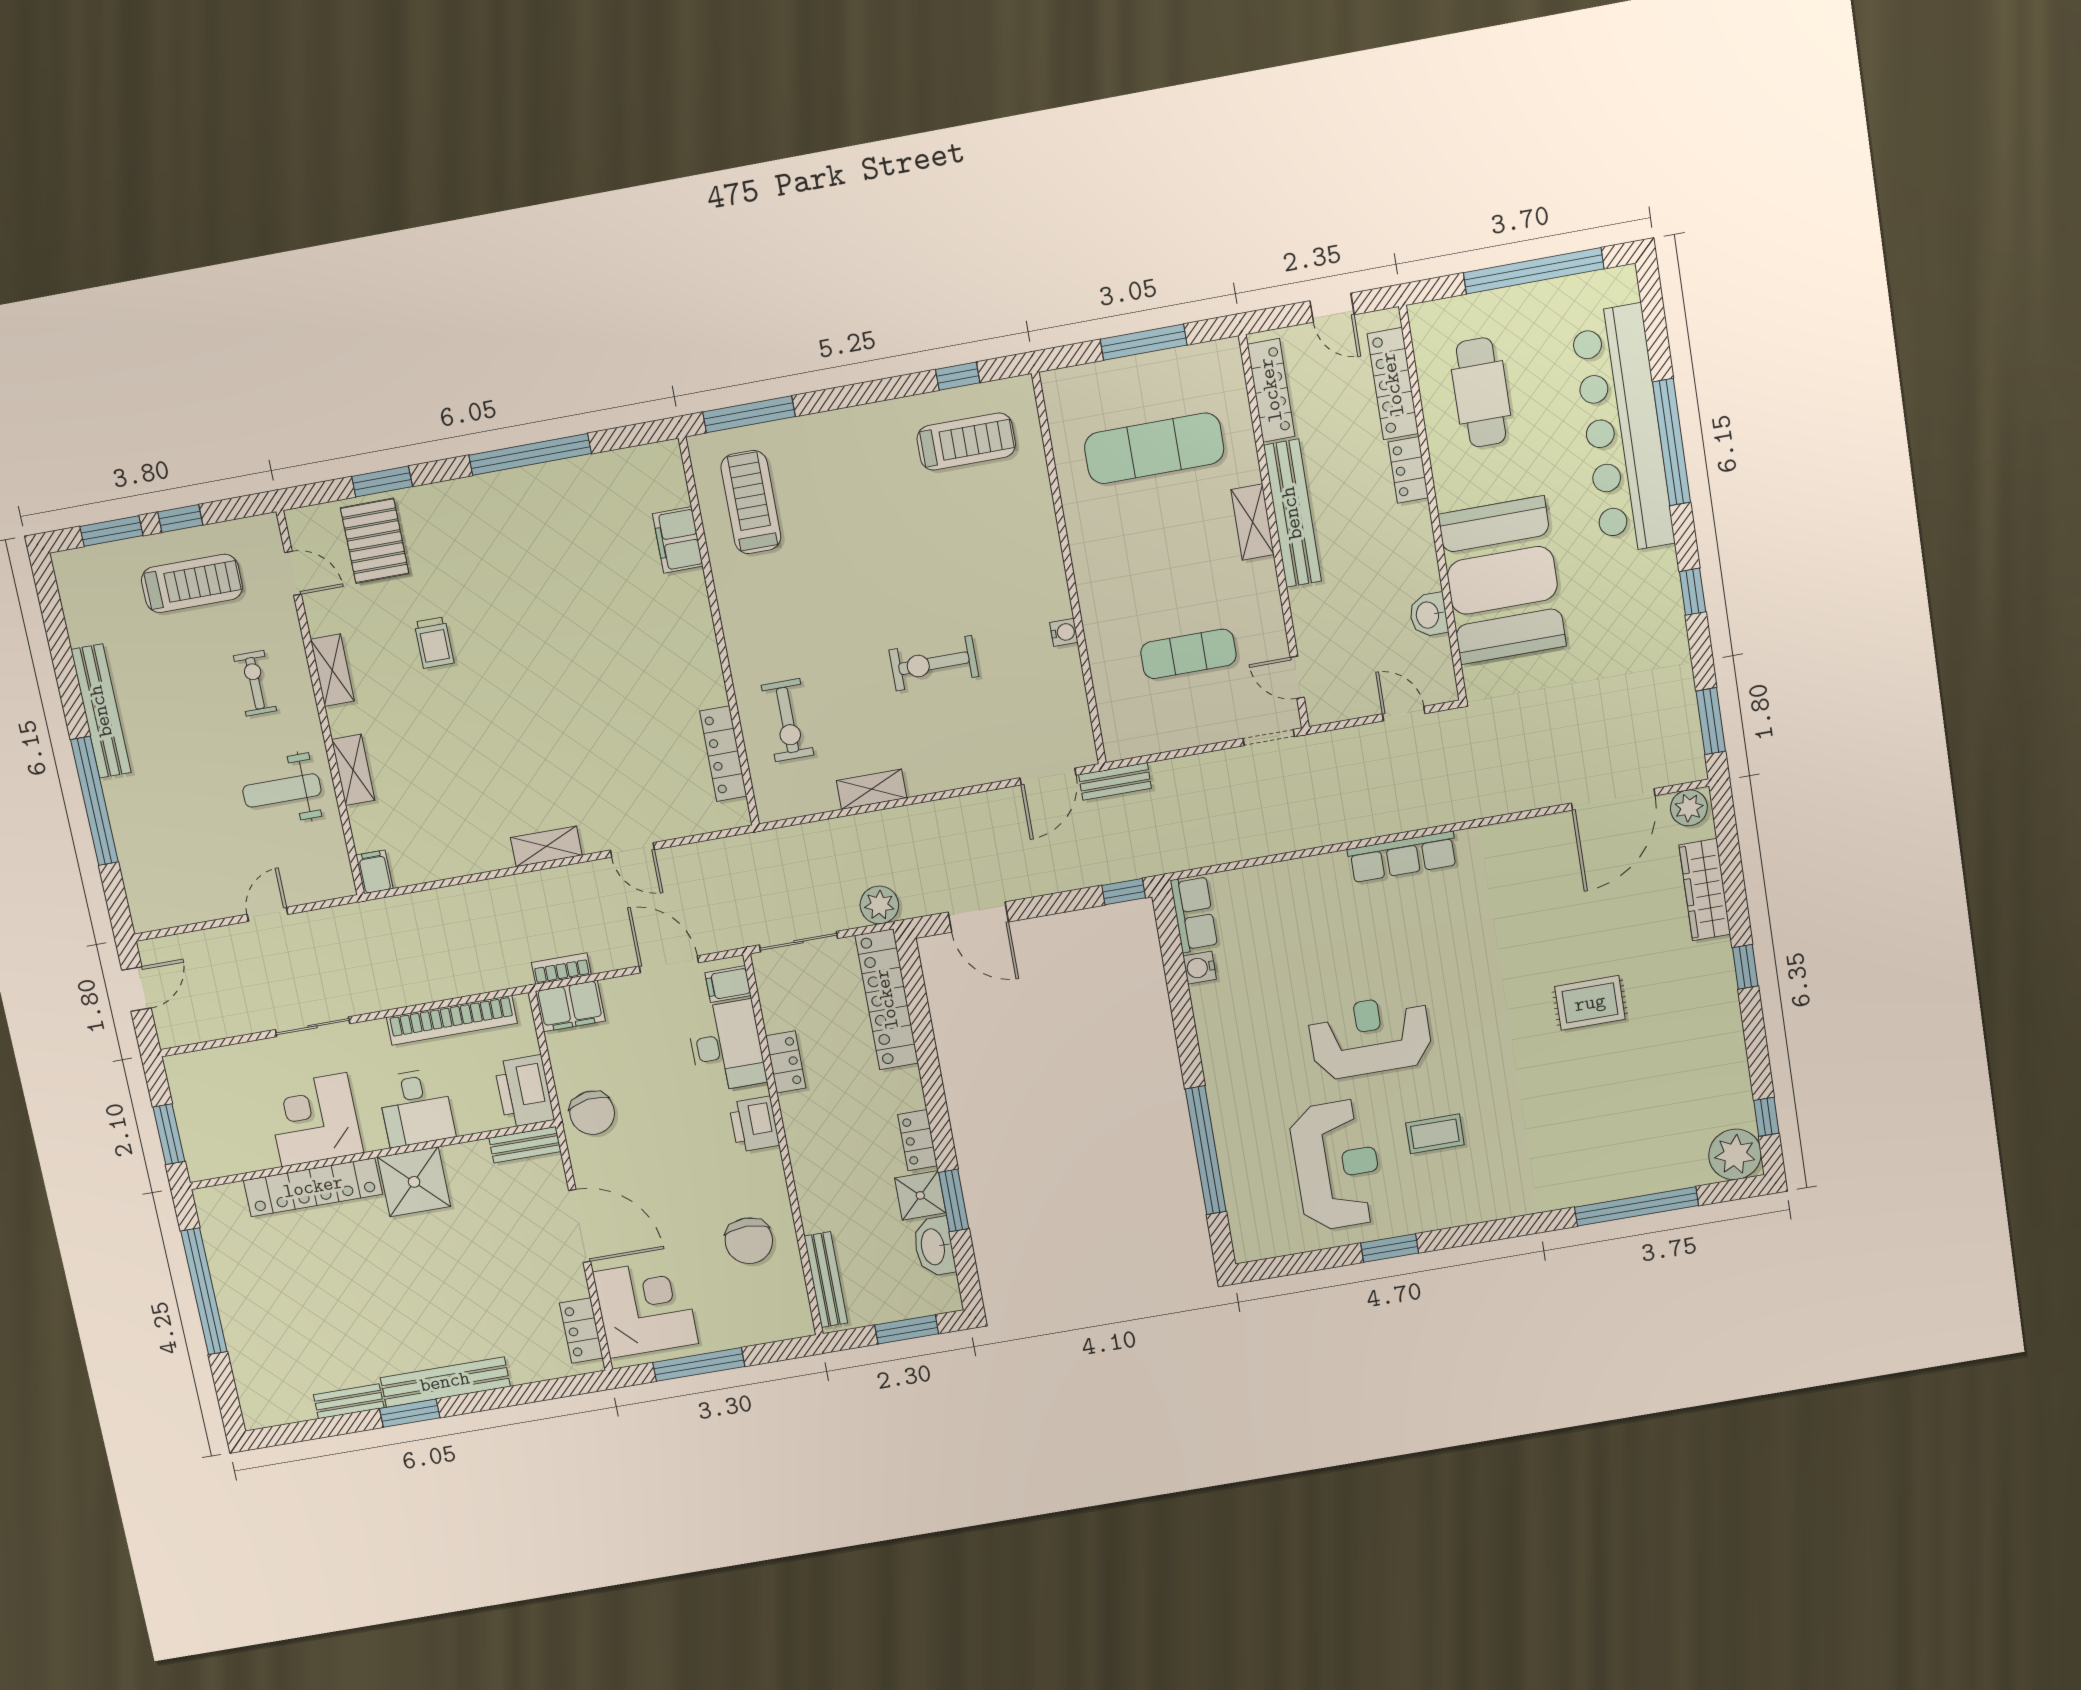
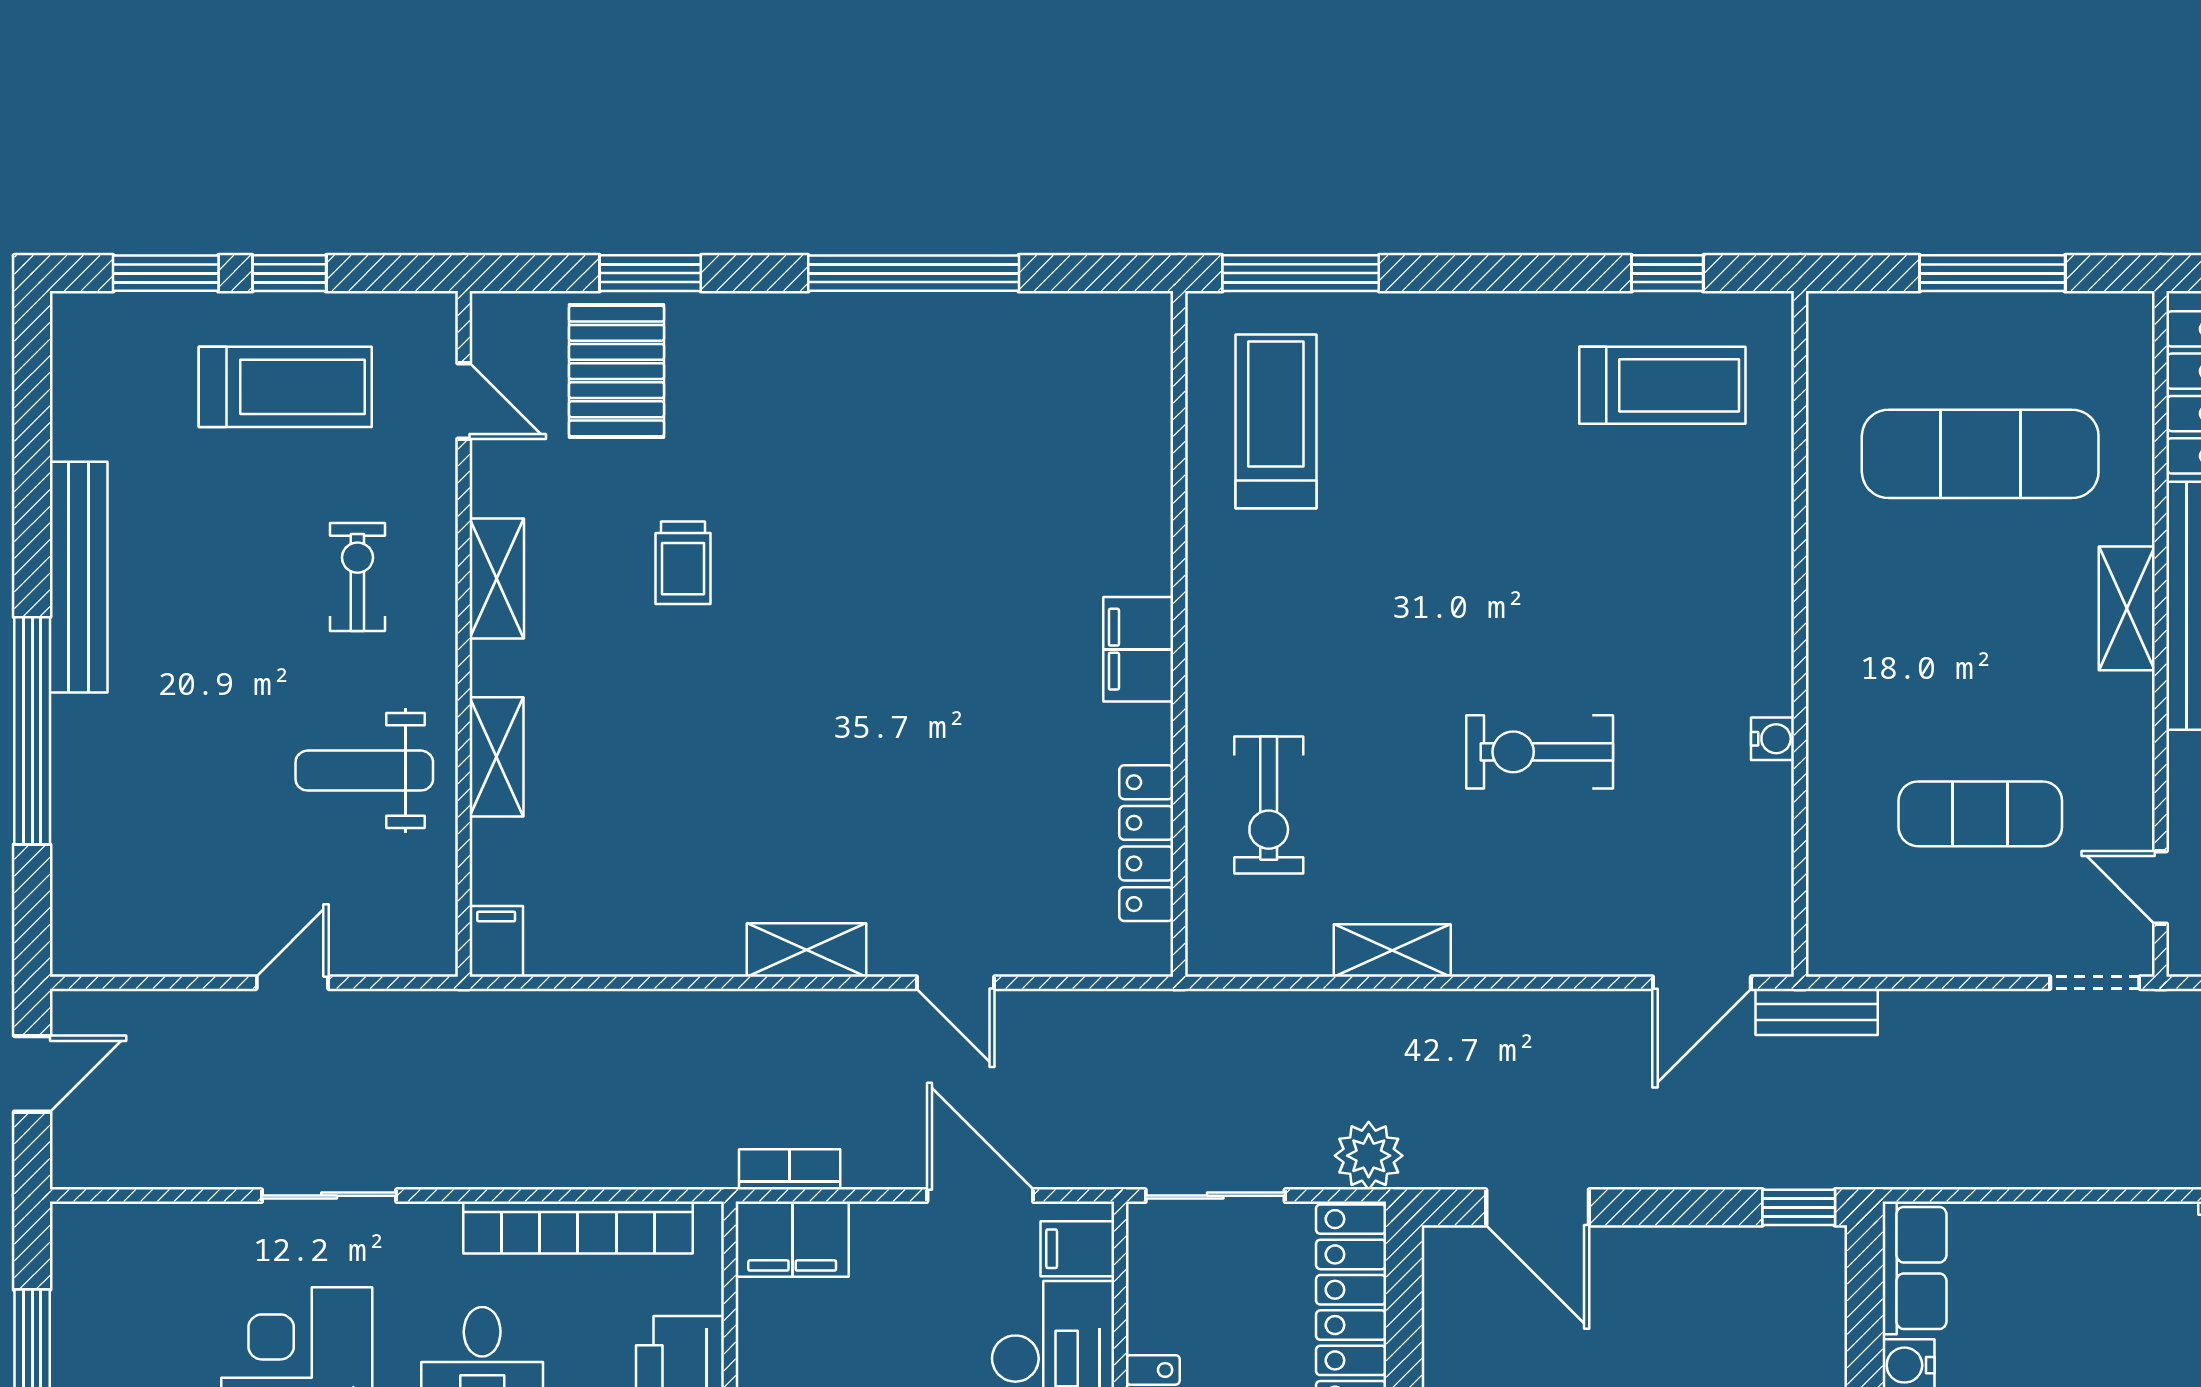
filing cabinet: (678, 540) -> (1138, 649), moved

